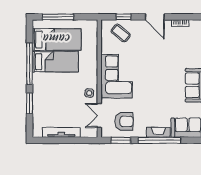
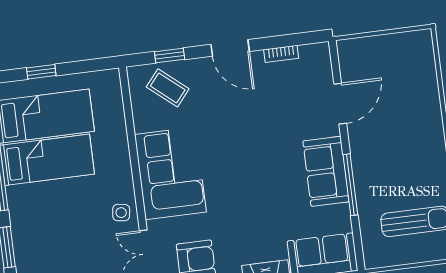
window: (58, 17) -> (41, 72), width x0.46

